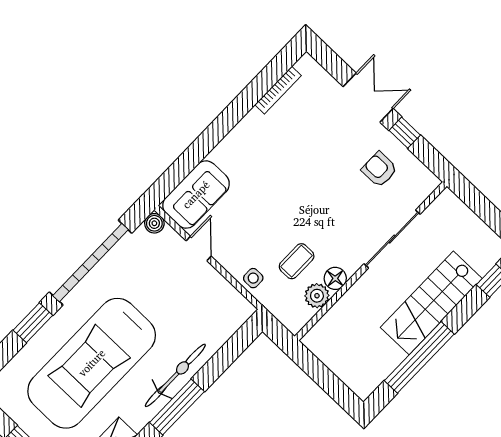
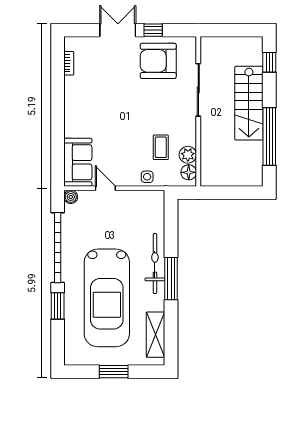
bookcase: (278, 90) -> (69, 63), width x0.64
armchair: (379, 169) -> (158, 61), width x1.88, depth x1.88
floor lamp: (335, 278) -> (189, 172), moved

